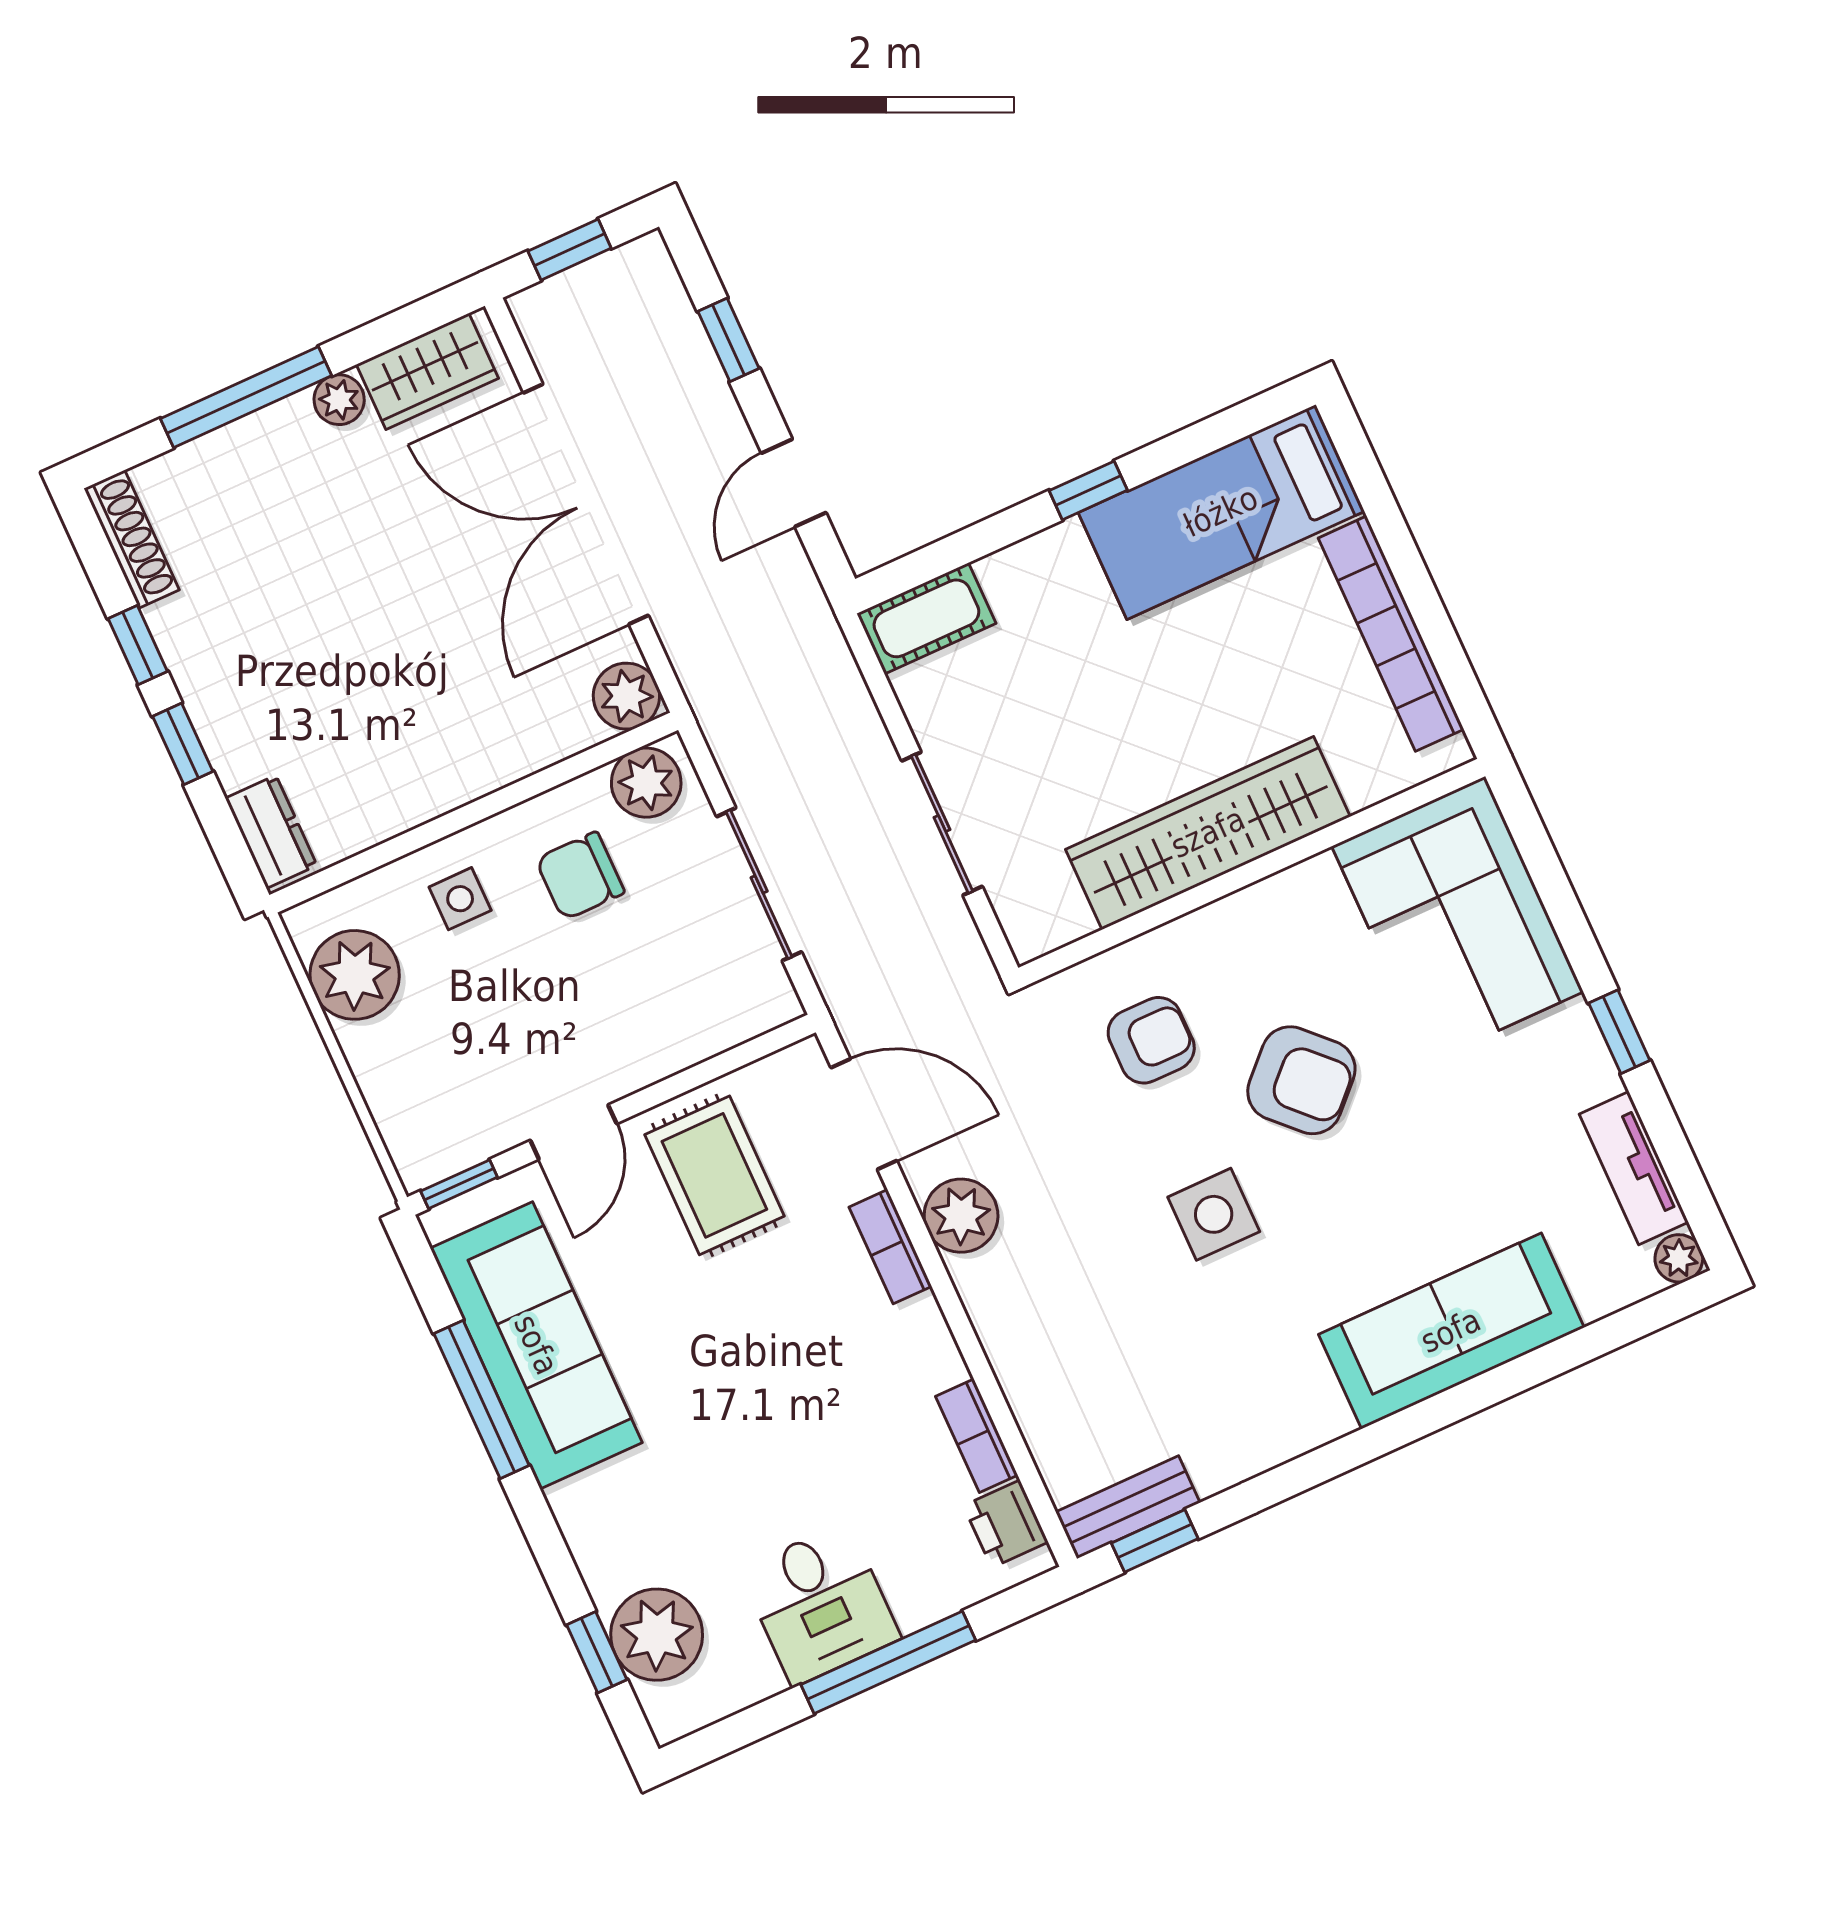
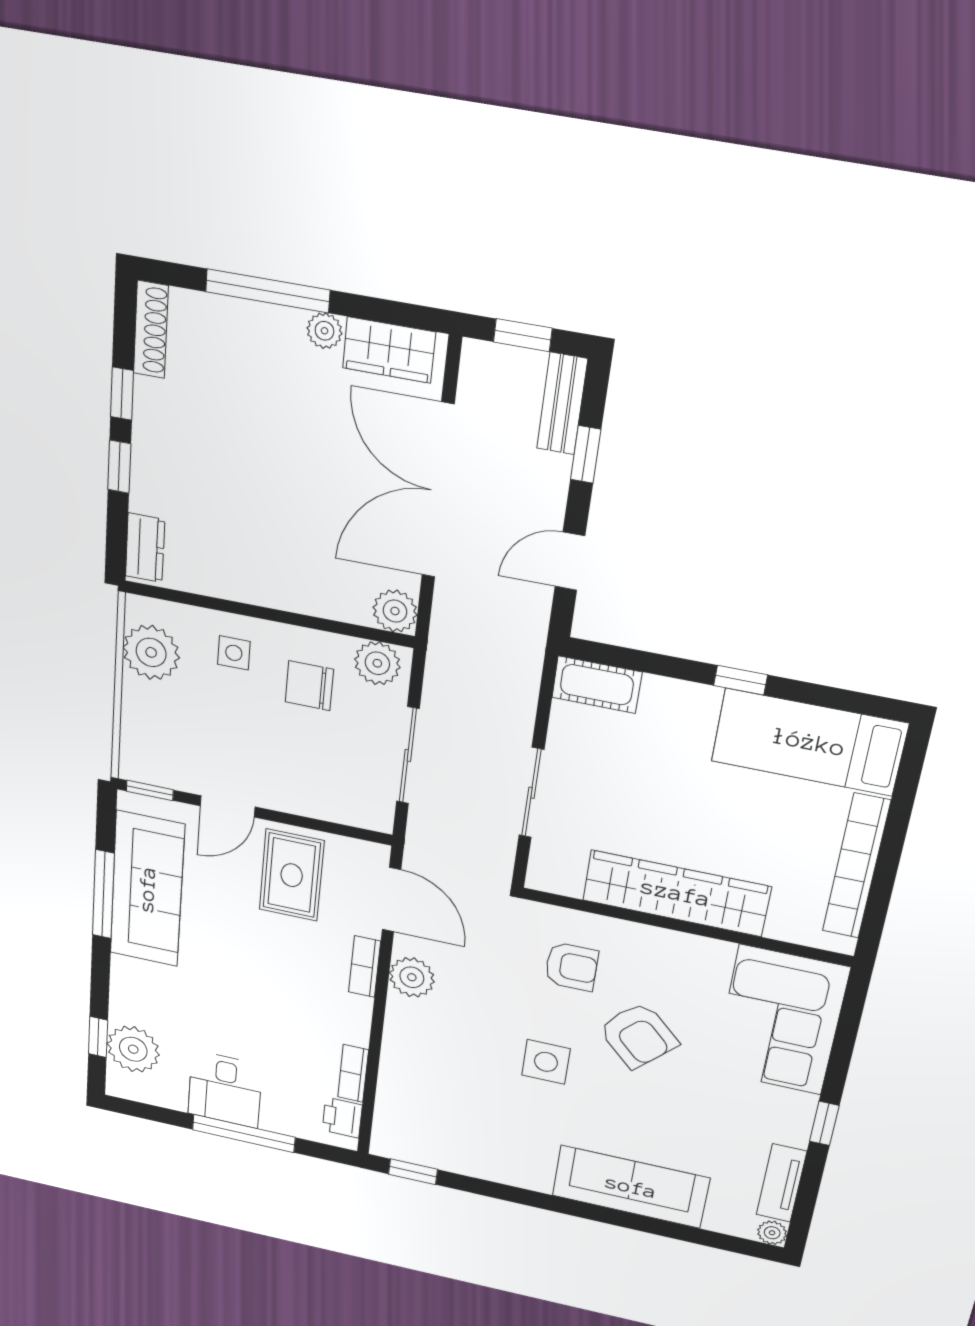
bench: (1128, 1507) -> (562, 404), moved, turned 90

